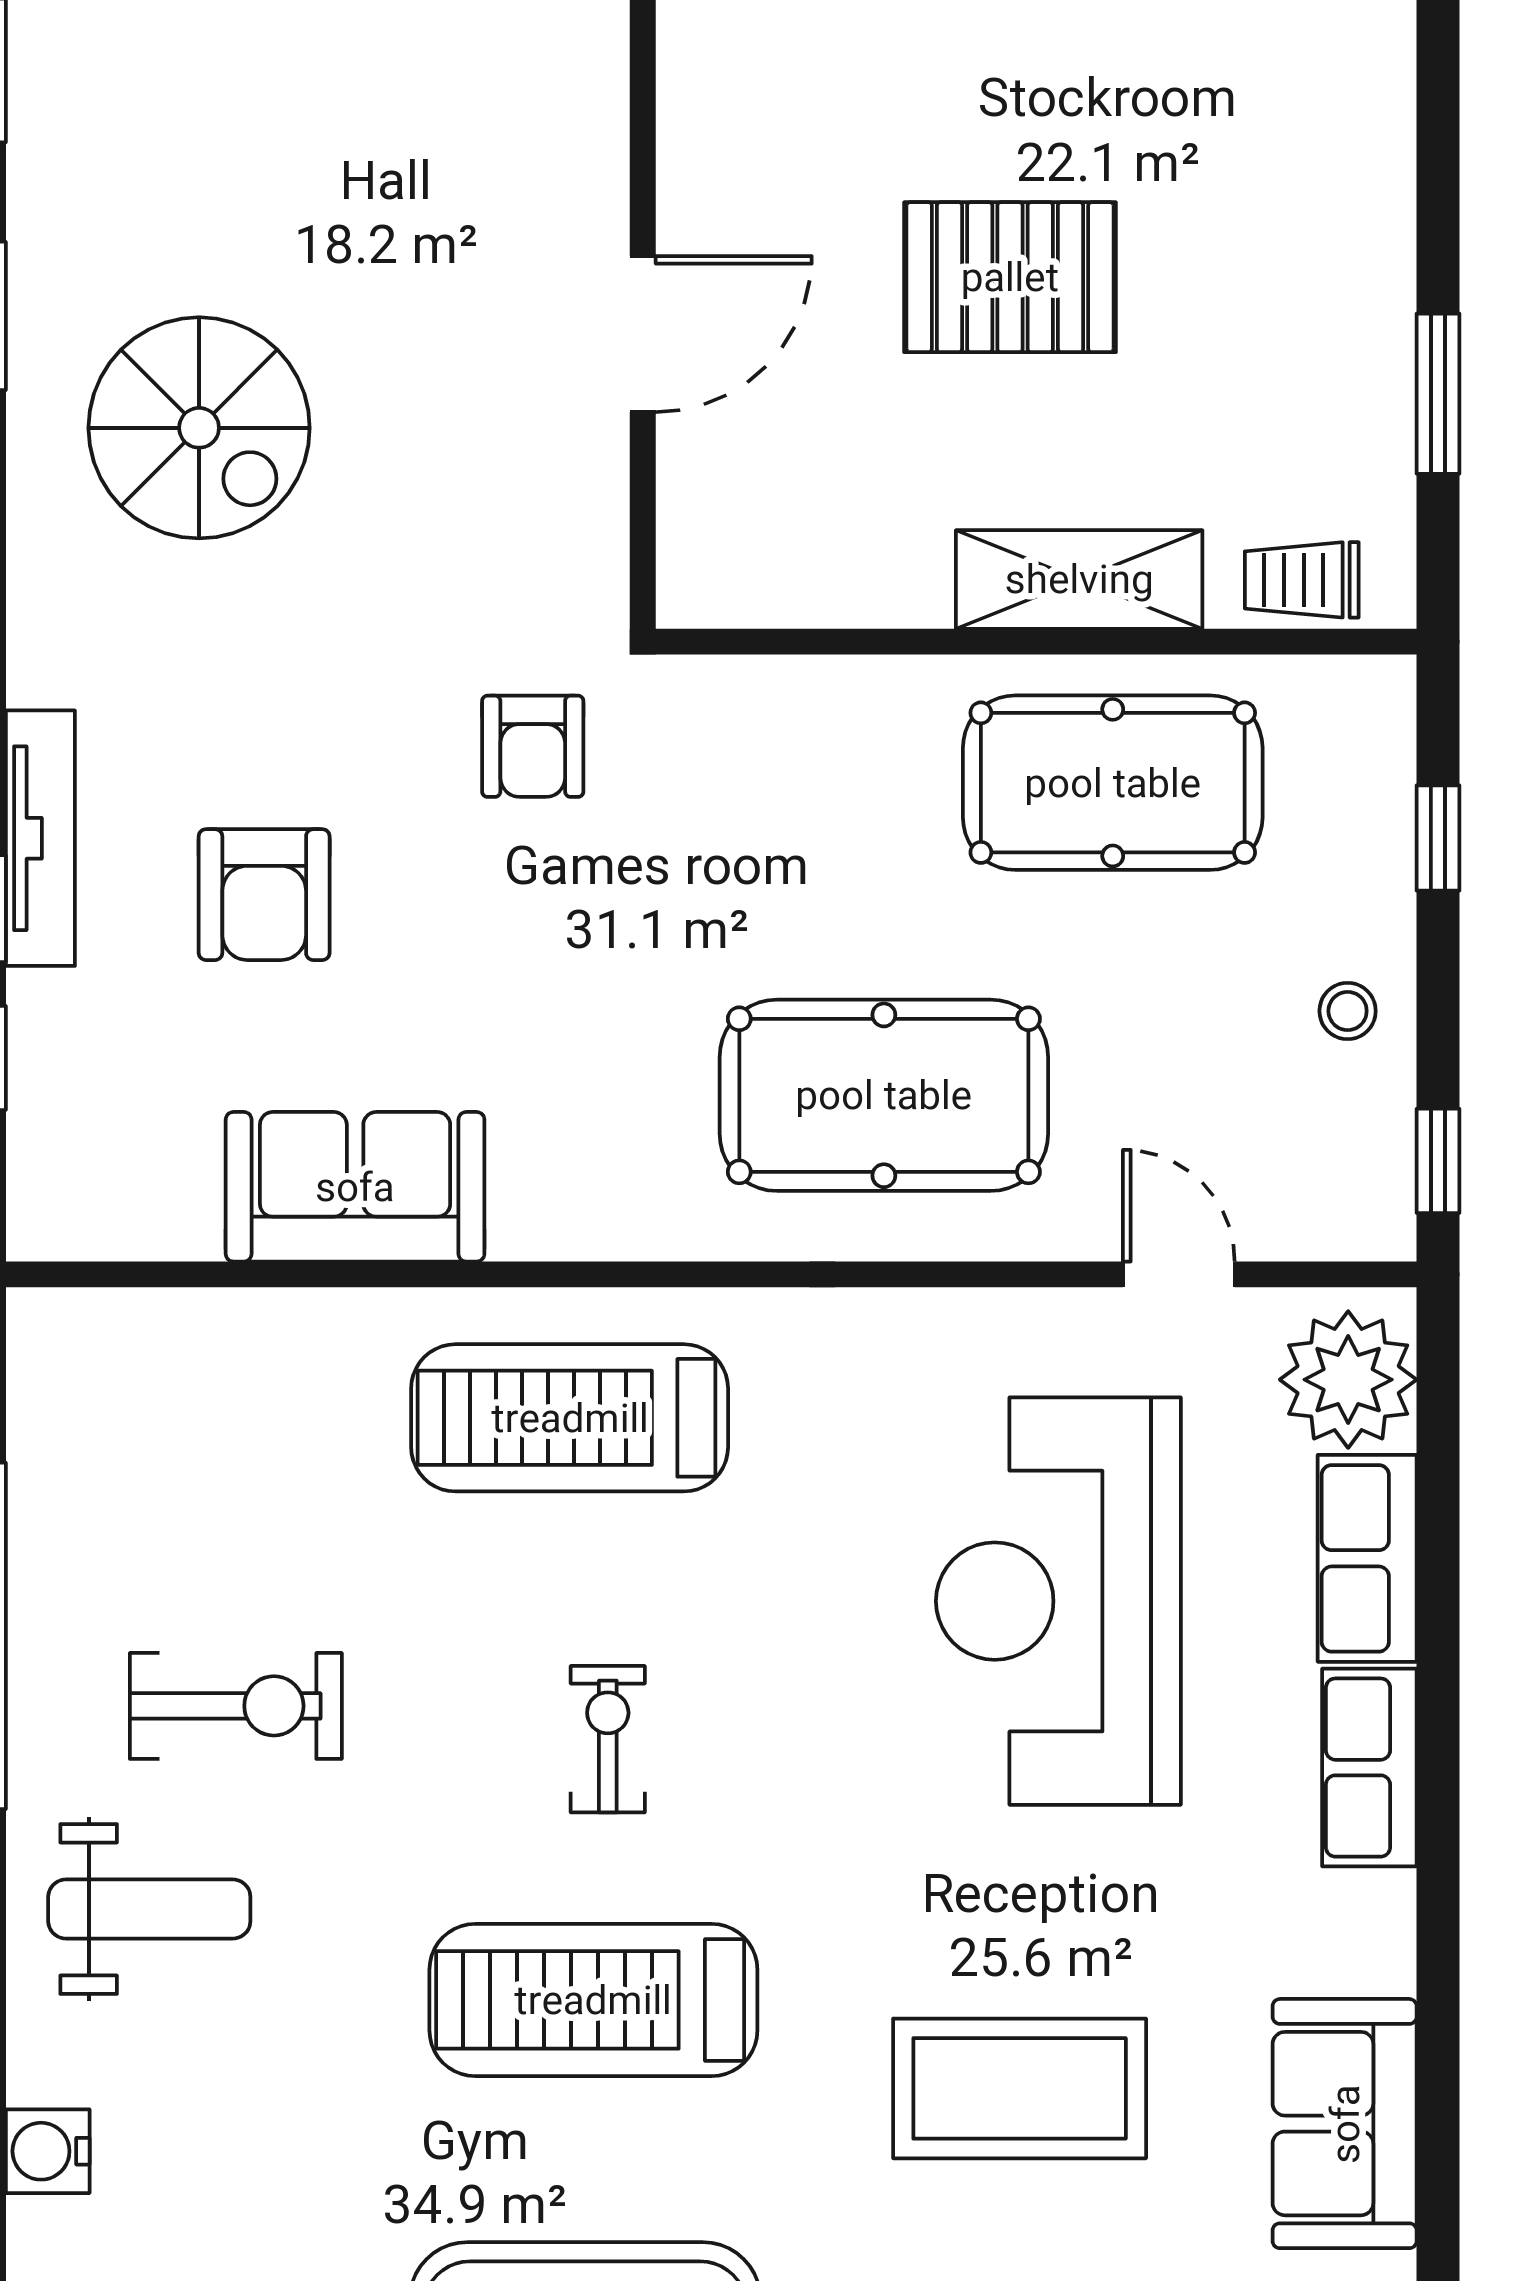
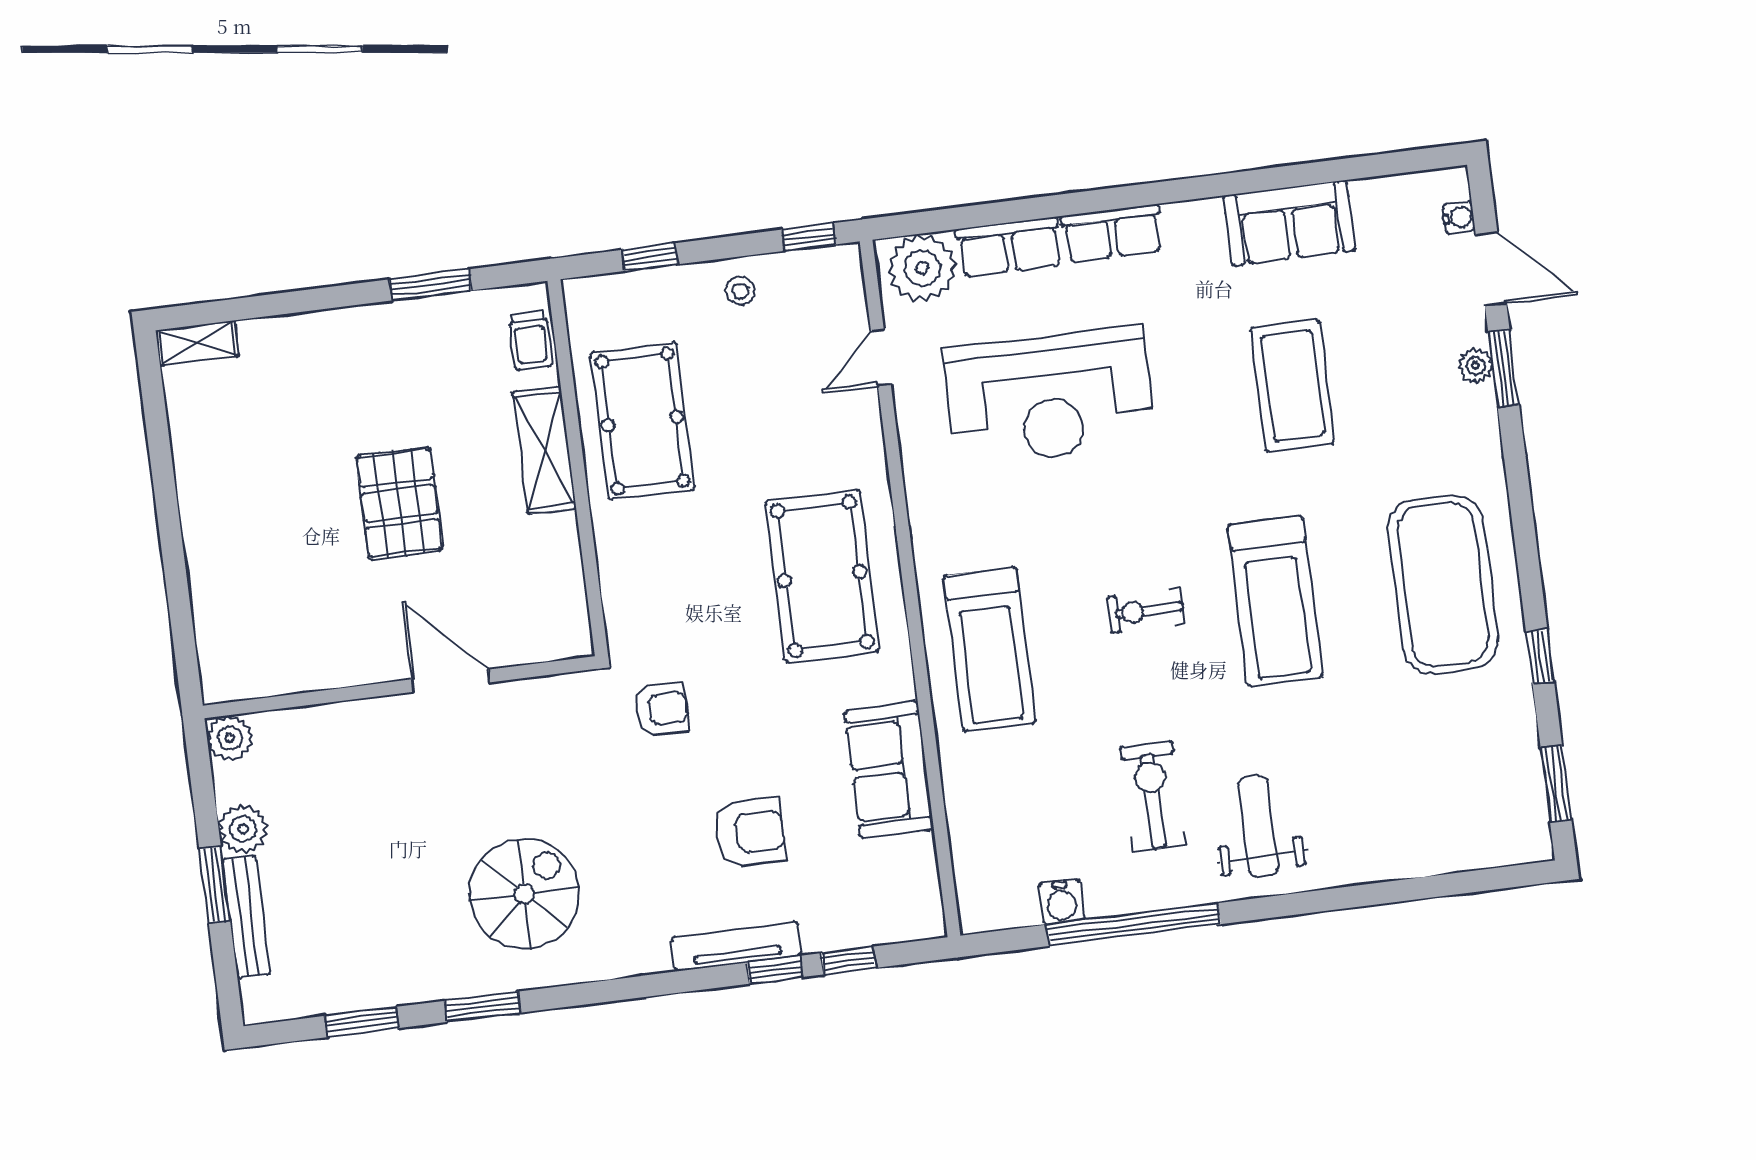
pool table: (884, 1095) -> (822, 576), moved
water cooler: (48, 2151) -> (1062, 902), moved

